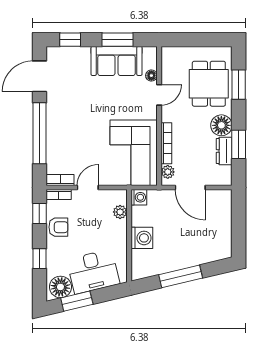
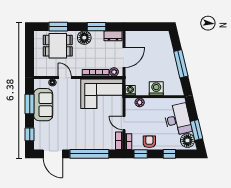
dresser: (224, 151) -> (113, 36), moved

